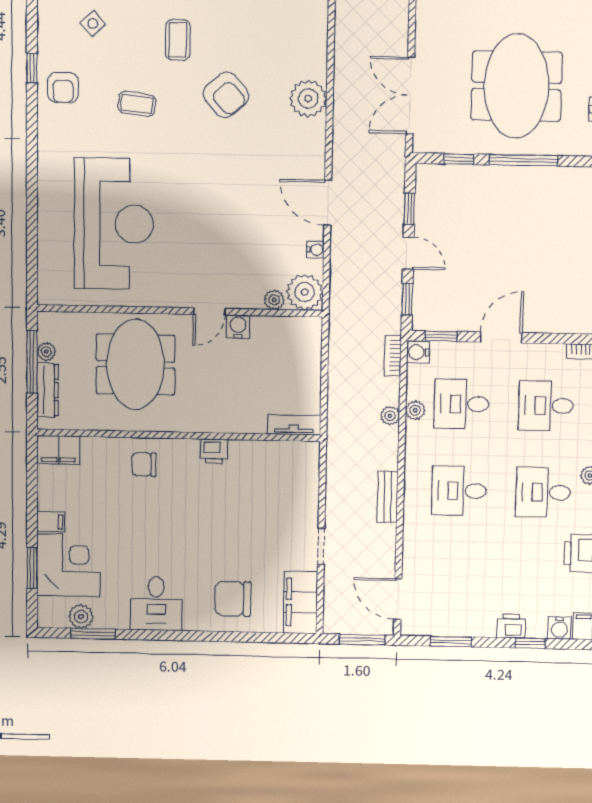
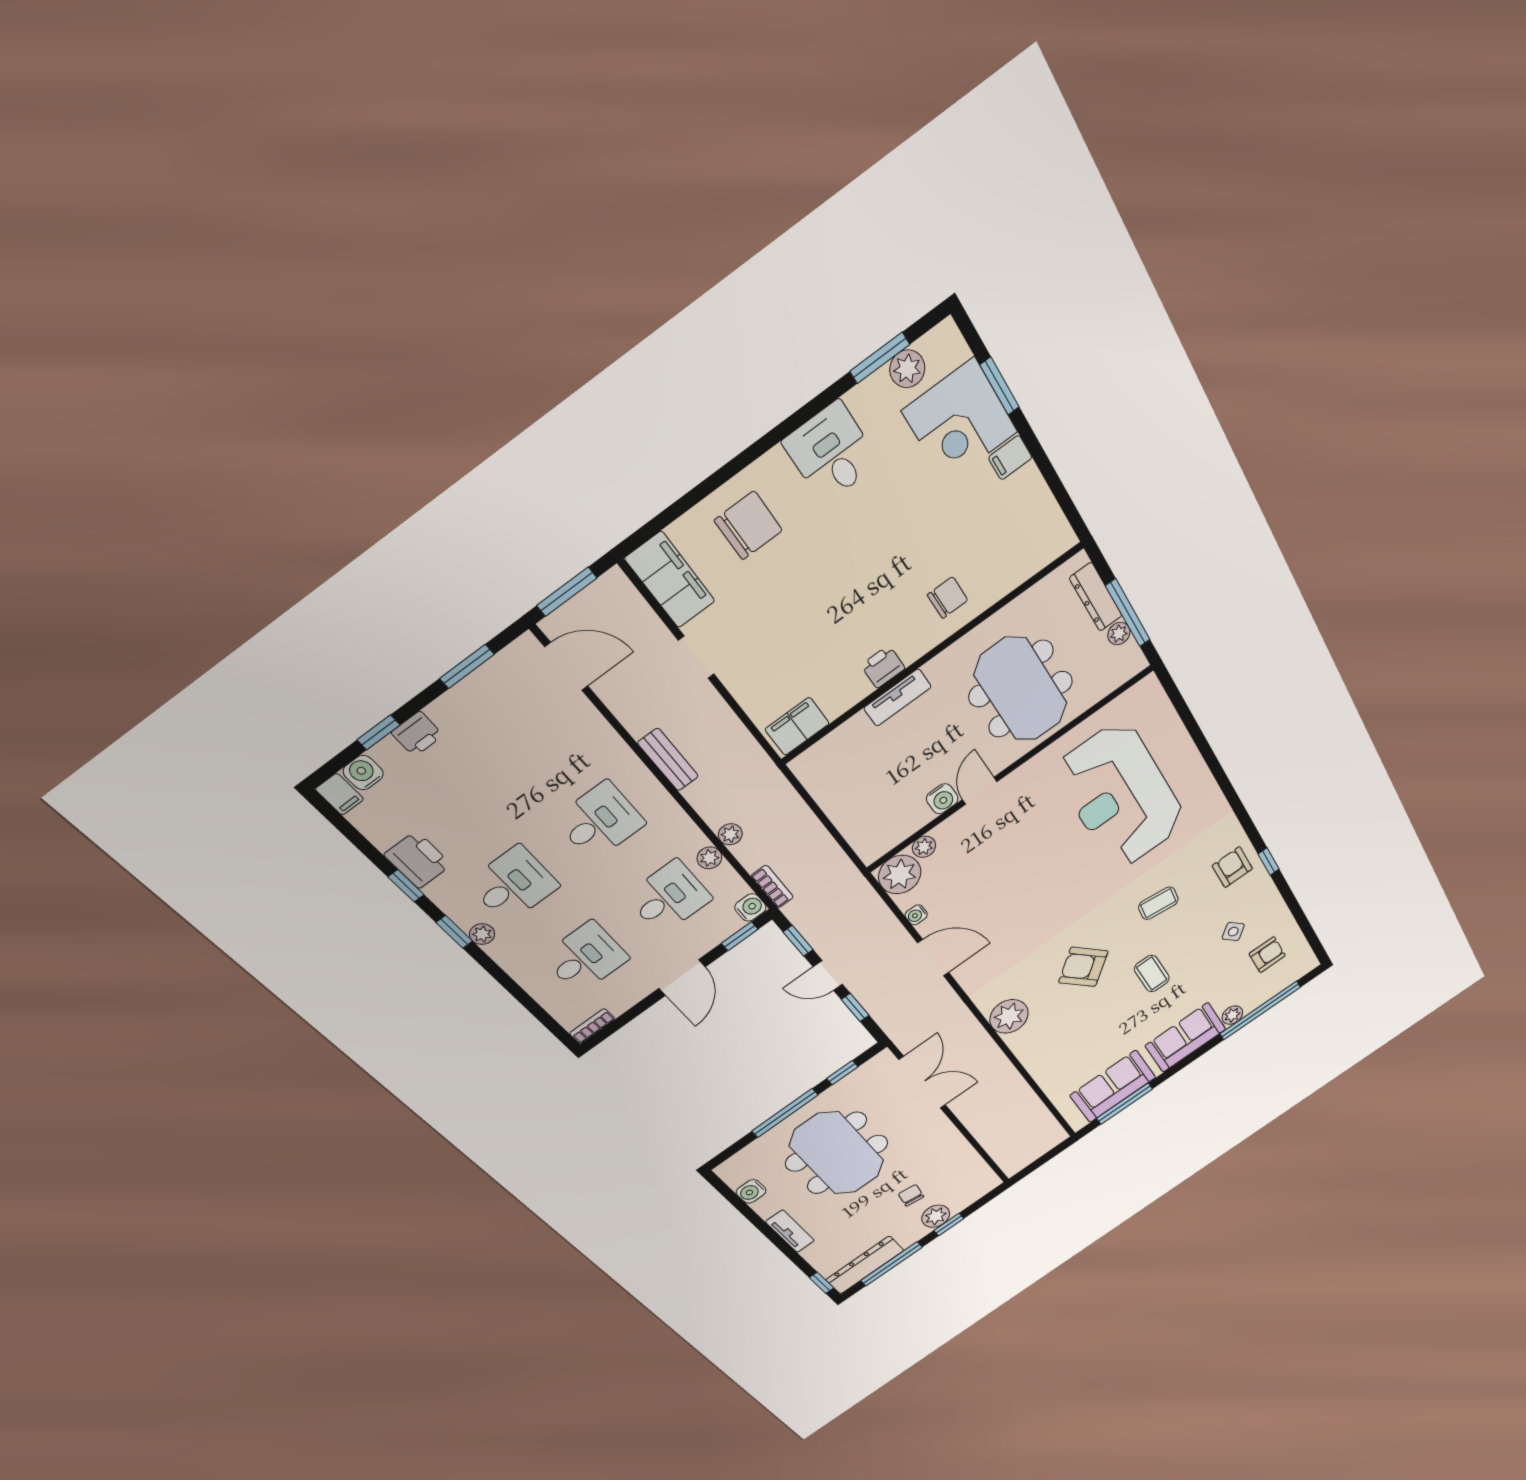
tv unit: (294, 425) -> (898, 698), moved
filing cabinet: (58, 450) -> (797, 726), moved

